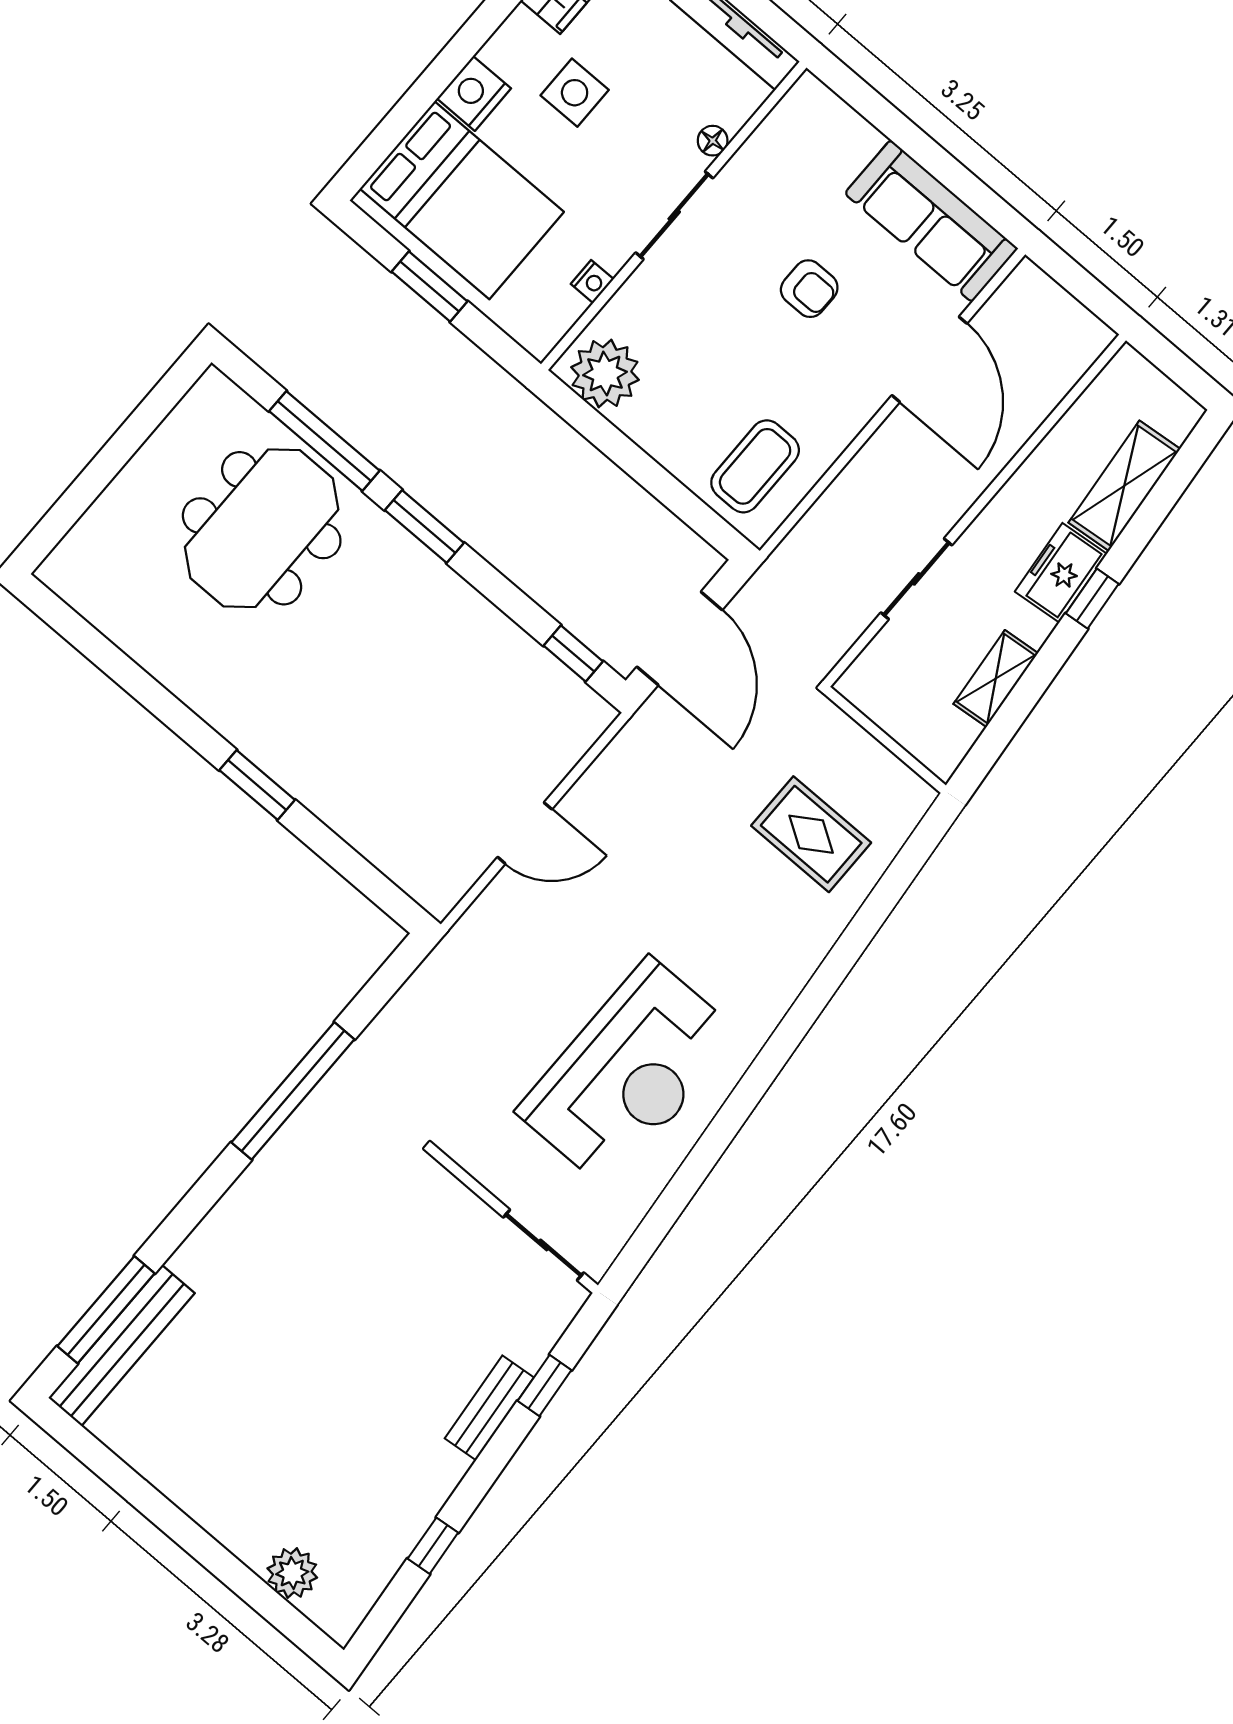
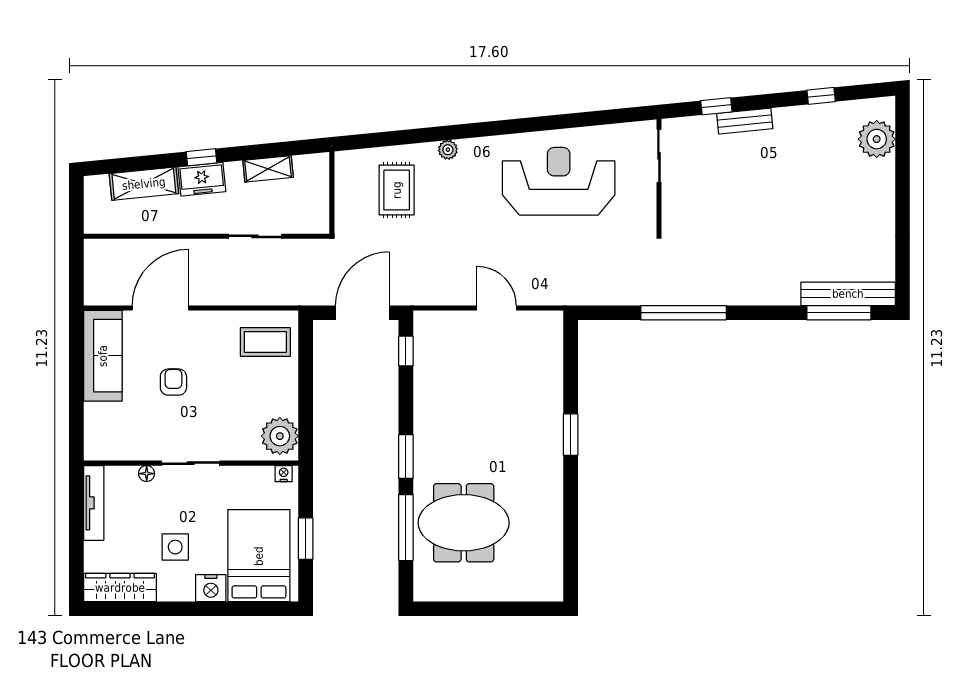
nightstand: (592, 282) -> (284, 474), moved
plant: (806, 955) -> (448, 150), added
plant: (292, 1573) -> (877, 139), width x1.36, depth x1.36

